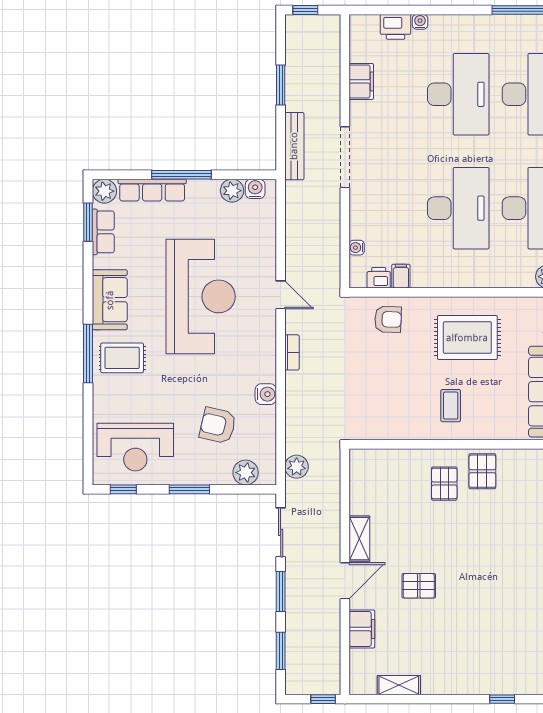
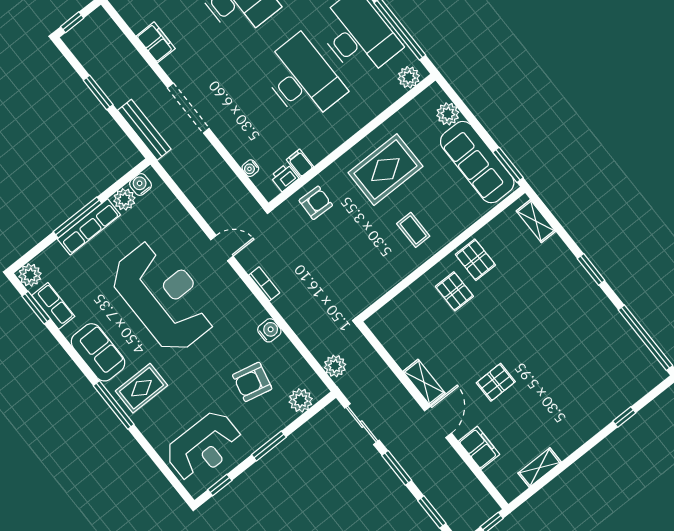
row of seats: (152, 190) -> (89, 227), moved

